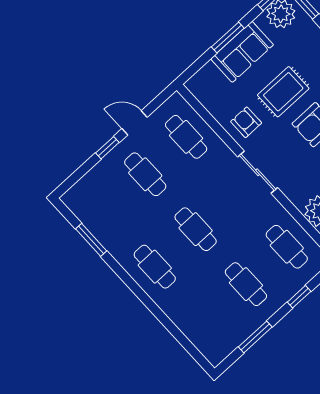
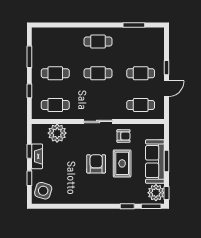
sofa: (242, 52) -> (155, 162), width x1.36

